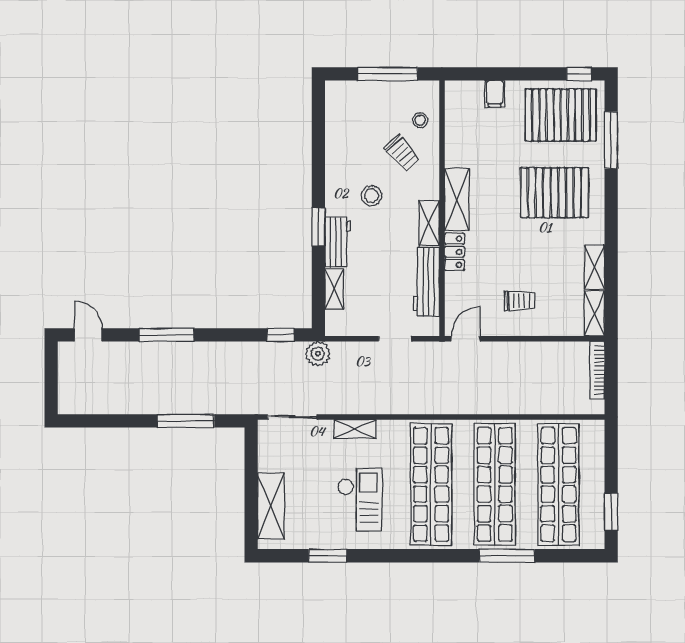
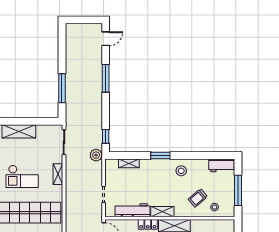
stool: (371, 196) -> (181, 171), moved
workbench: (338, 242) -> (222, 165), moved

